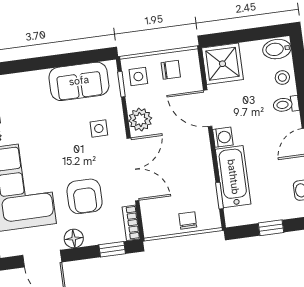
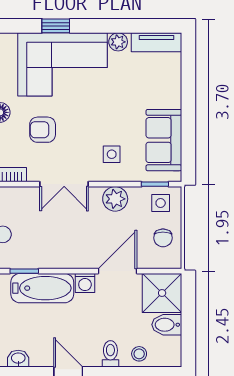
bidet: (277, 49) -> (167, 325), moved, turned -90
double door: (133, 169) -> (64, 184), width x0.73
armchair: (85, 196) -> (43, 130), width x0.72, depth x0.72

